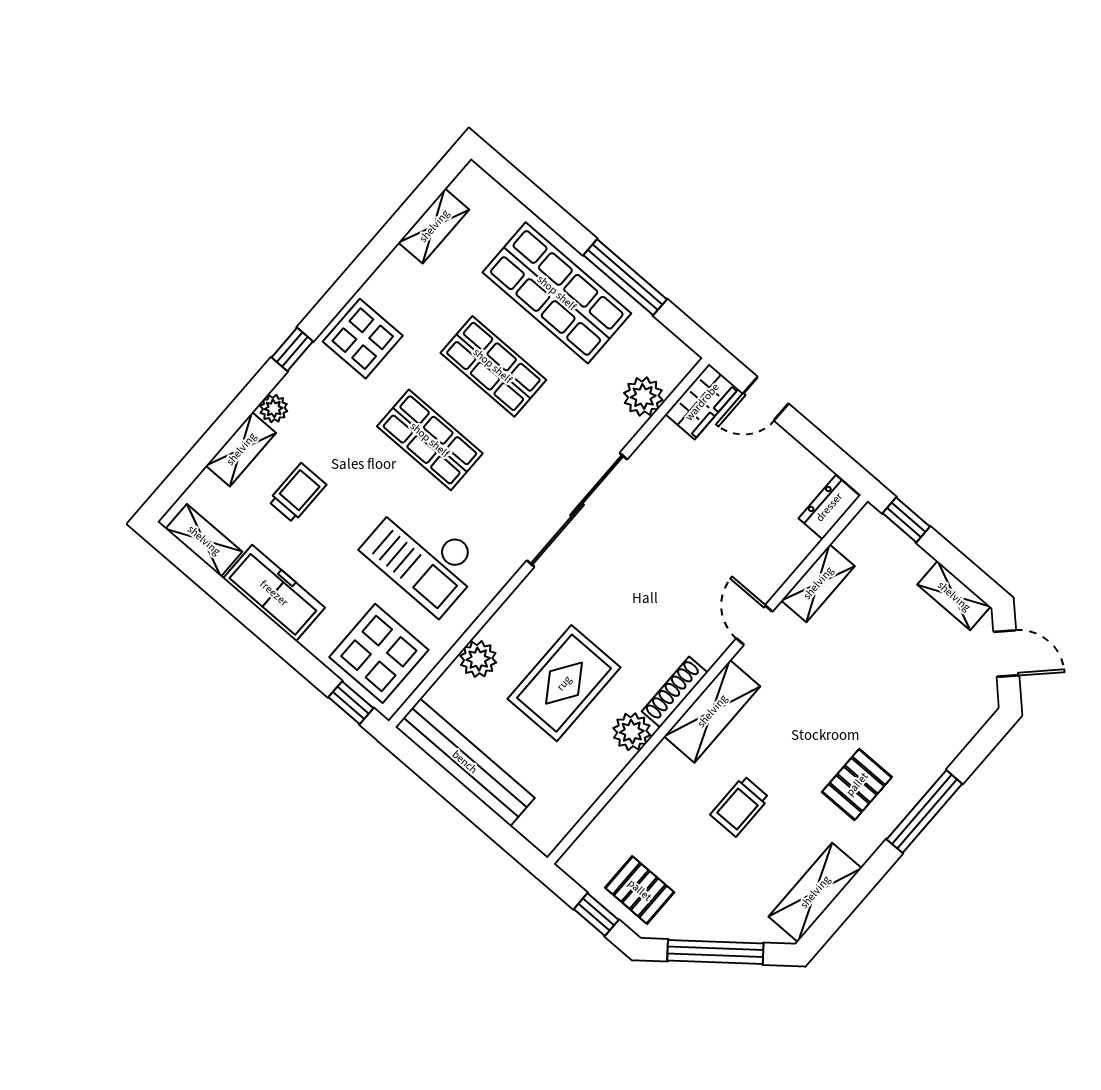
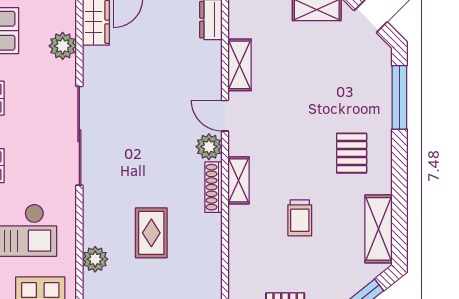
rug: (564, 683) -> (151, 233), width x0.73, depth x0.70
shelving: (712, 711) -> (239, 180), width x0.67, depth x0.75
plant: (632, 732) -> (209, 147), moved
window: (924, 812) -> (399, 97), moved

